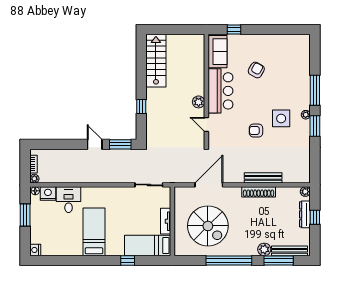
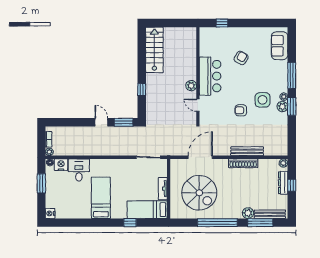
sofa: (218, 52) -> (280, 46), moved, turned 180
plant: (304, 126) -> (282, 107), added

